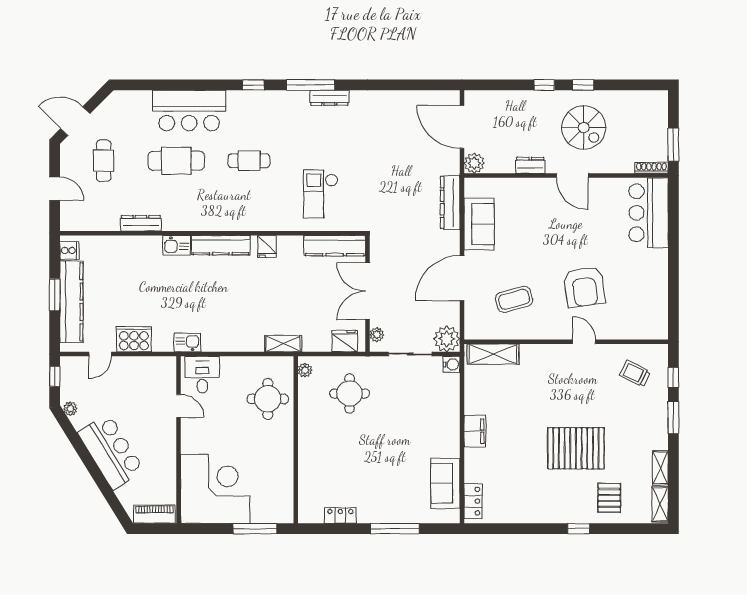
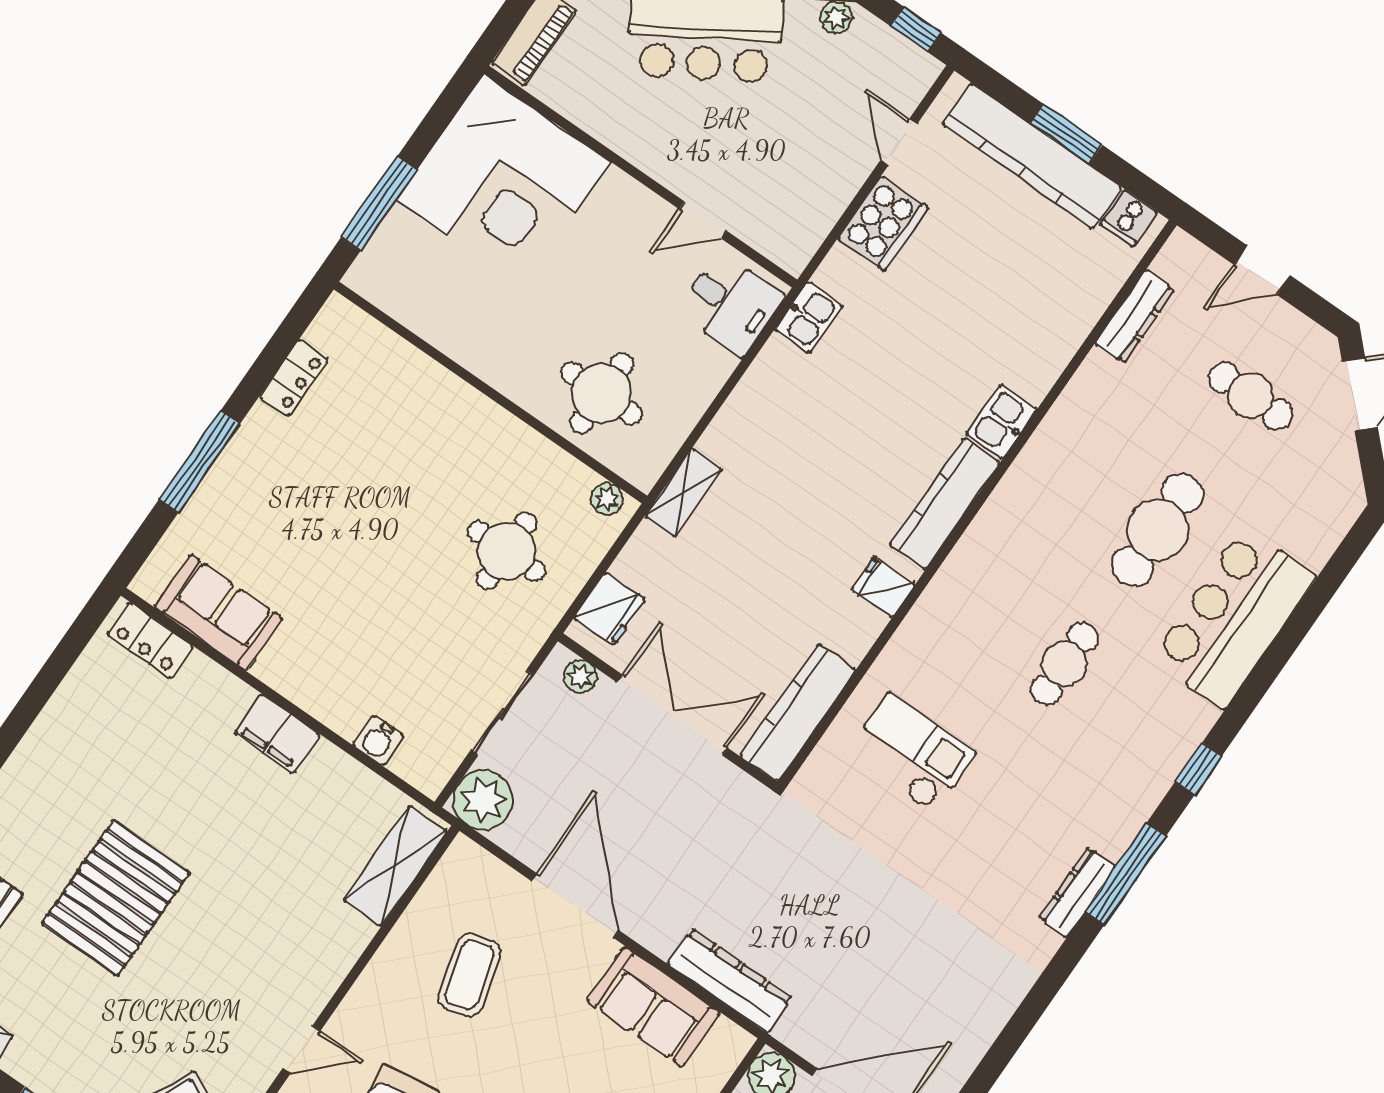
dresser: (141, 223) -> (1135, 317), moved
water cooler: (452, 364) -> (378, 740), moved

